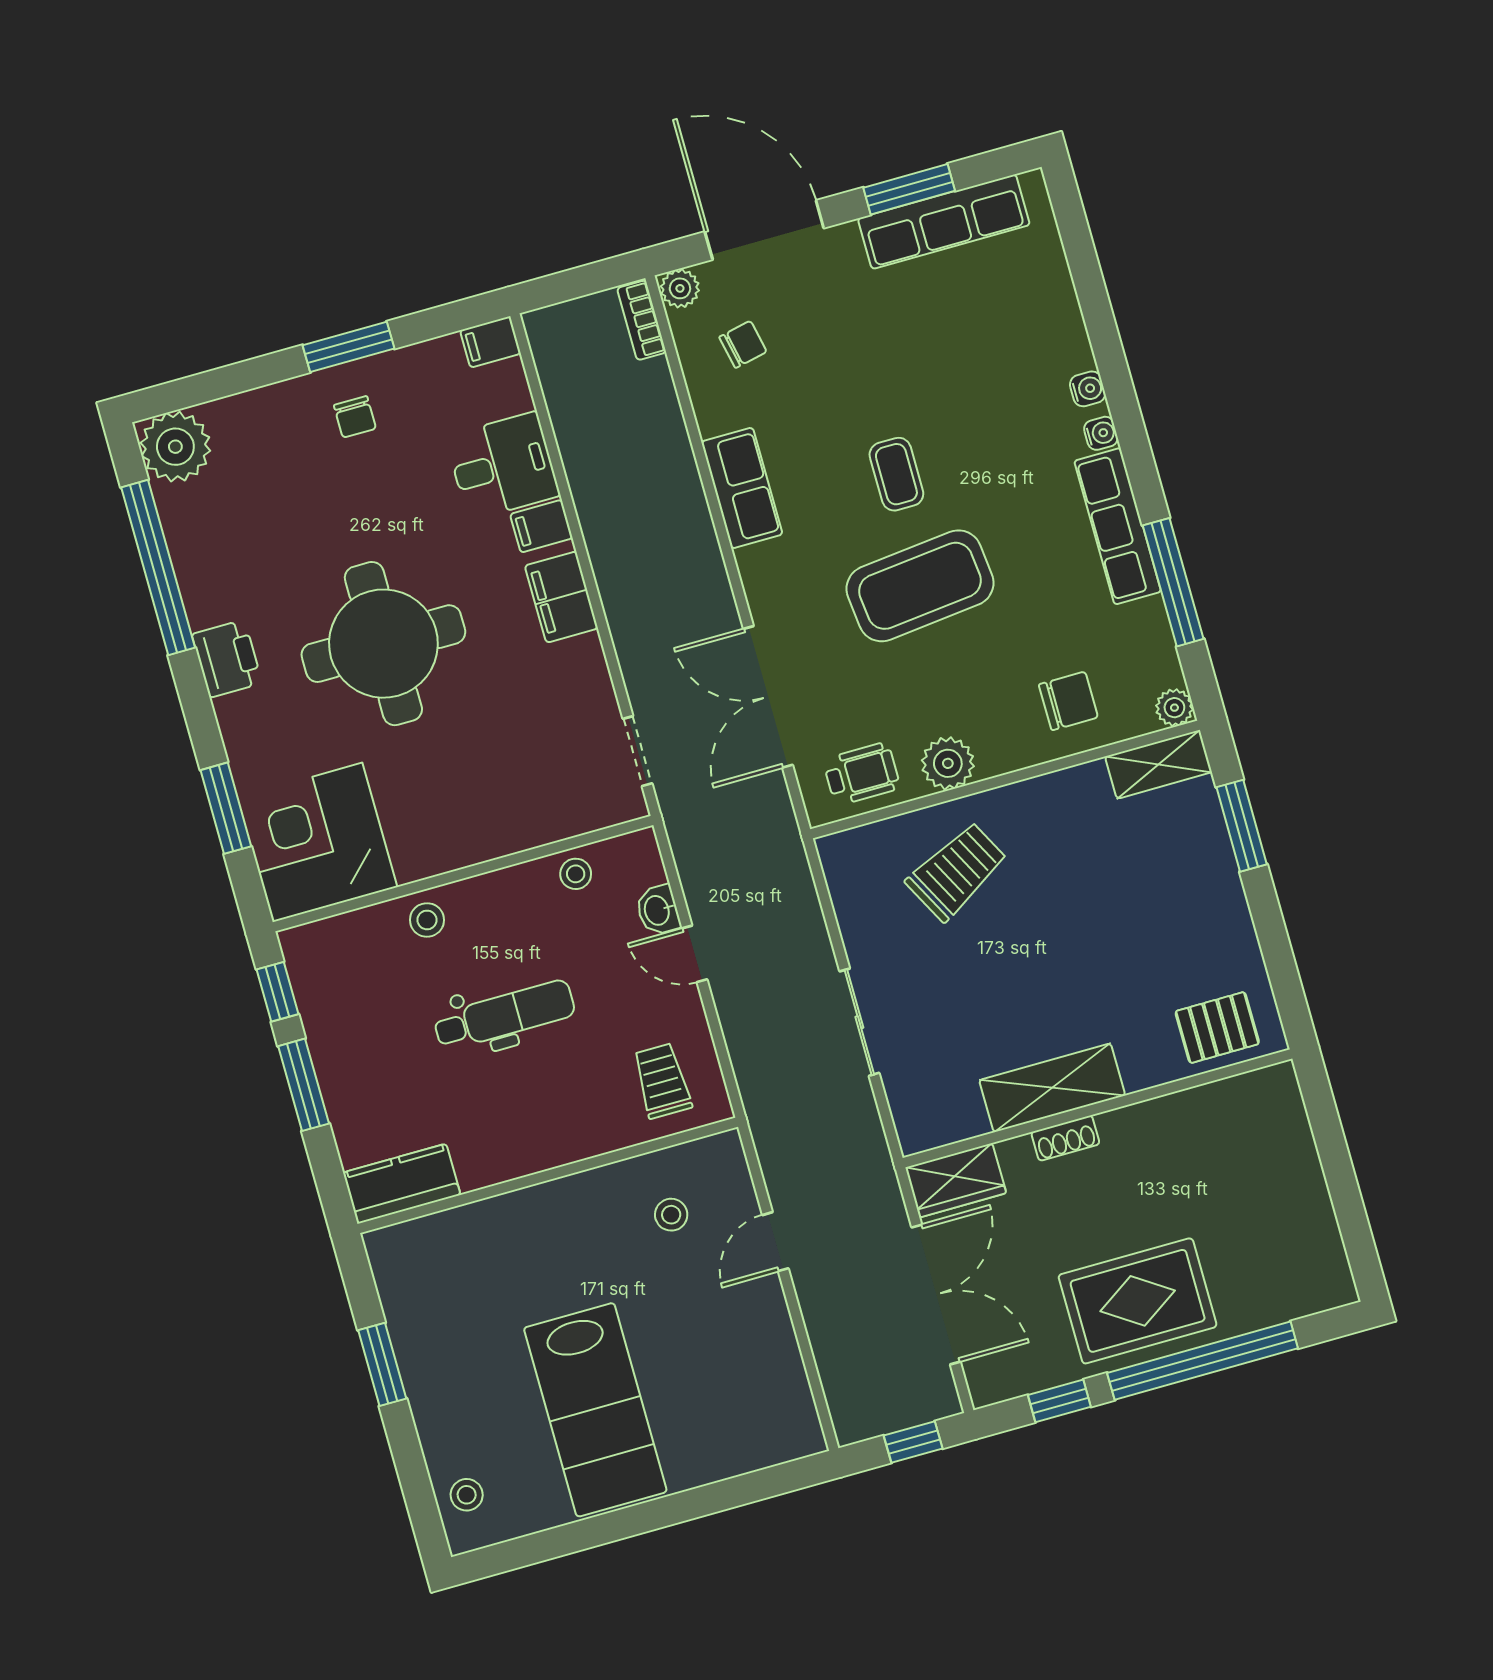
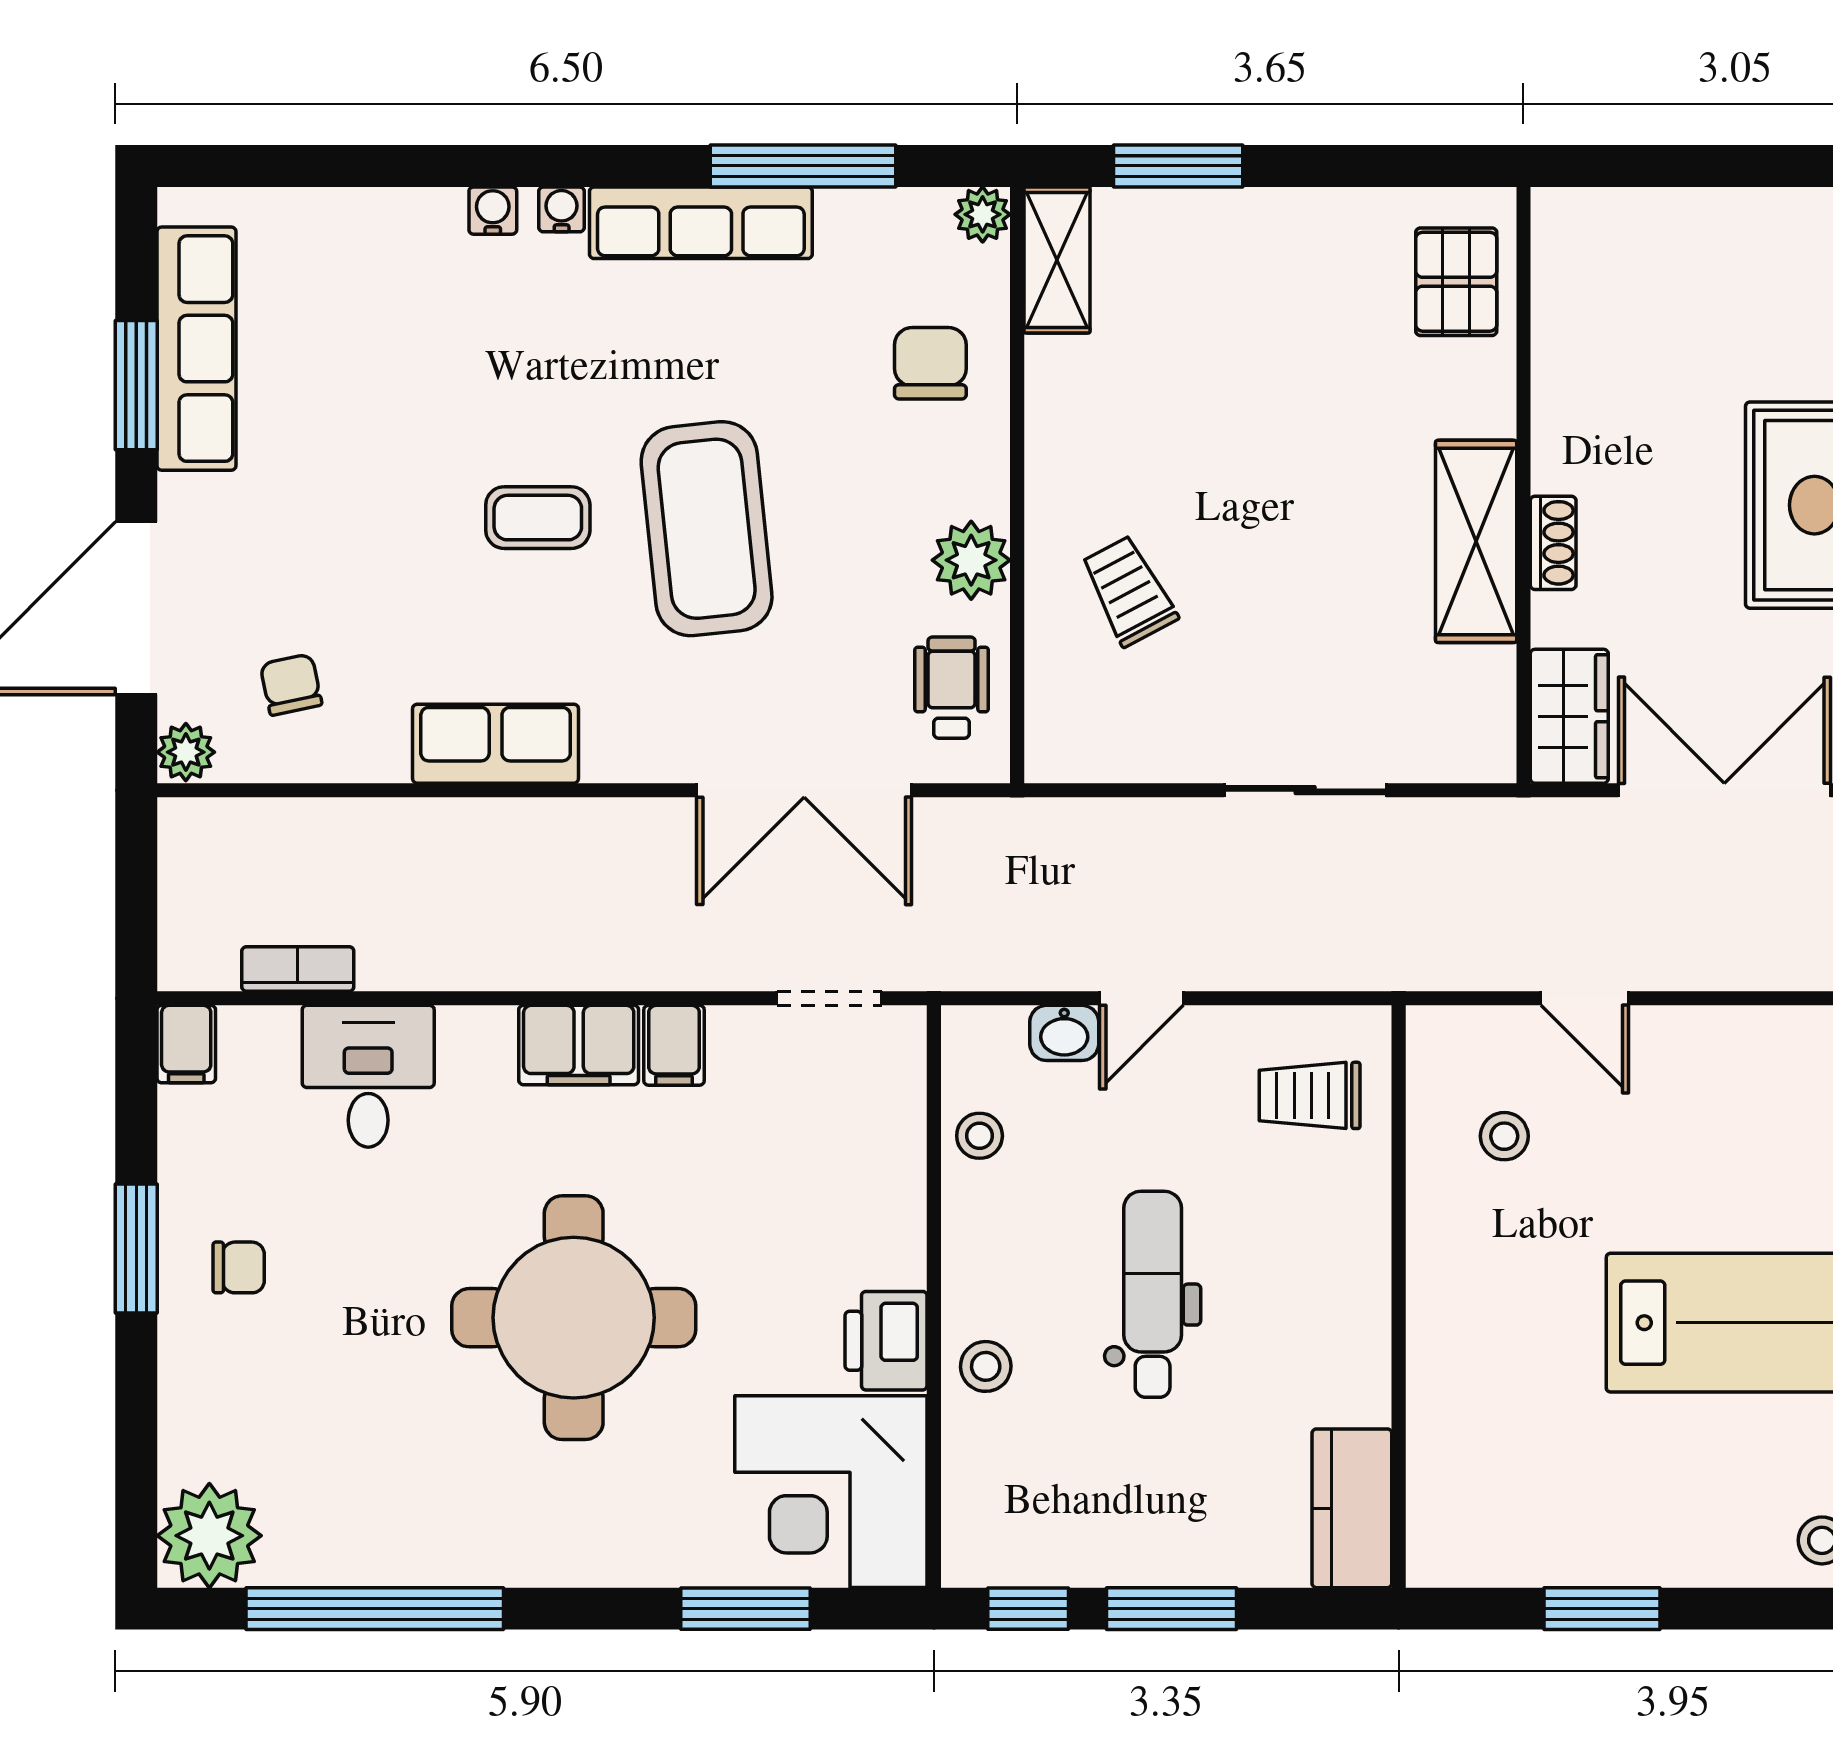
bookcase: (642, 320) -> (298, 969), moved, turned 180
filing cabinet: (541, 526) -> (674, 1045), moved
printer: (227, 659) -> (886, 1341), moved, turned -90
trolley: (957, 871) -> (1129, 591), width x0.73, depth x0.72

